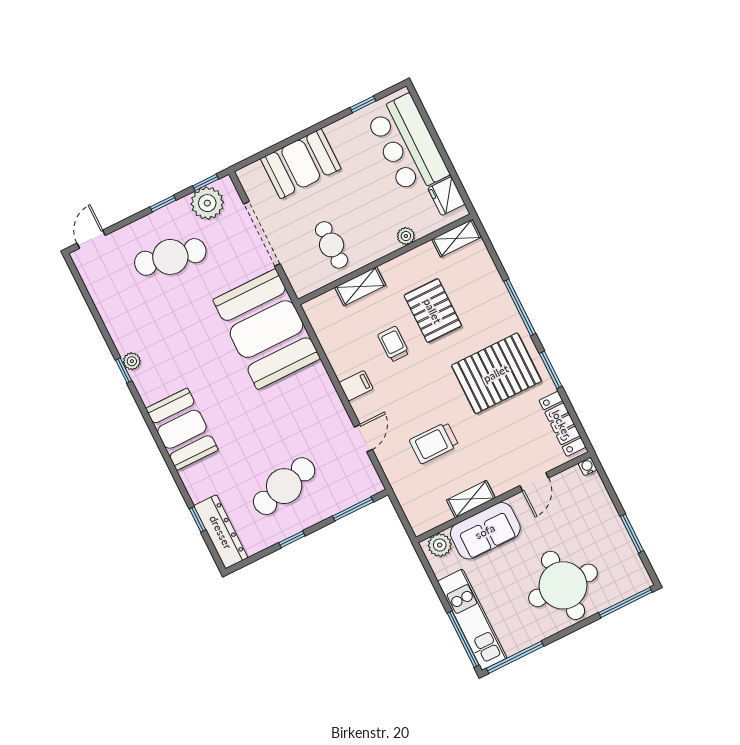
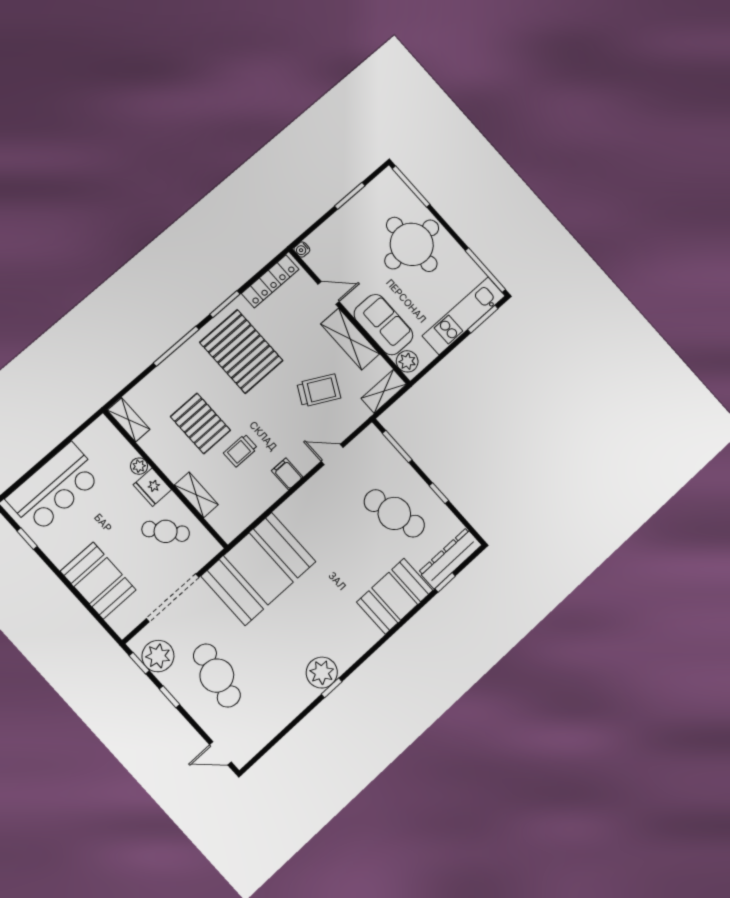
fridge: (446, 196) -> (152, 487), moved, turned 90
cafe table: (332, 245) -> (166, 531), turned 50
pallet: (433, 311) -> (200, 423), turned 90
plant: (132, 361) -> (322, 673), width x1.88, depth x1.88
booth: (182, 429) -> (395, 596), moved
trolley: (434, 443) -> (319, 390), turned -62
shelving: (471, 499) -> (350, 339), width x1.50, depth x1.33
shelving: (415, 511) -> (384, 391), added
window: (463, 639) -> (483, 319), width x0.69

